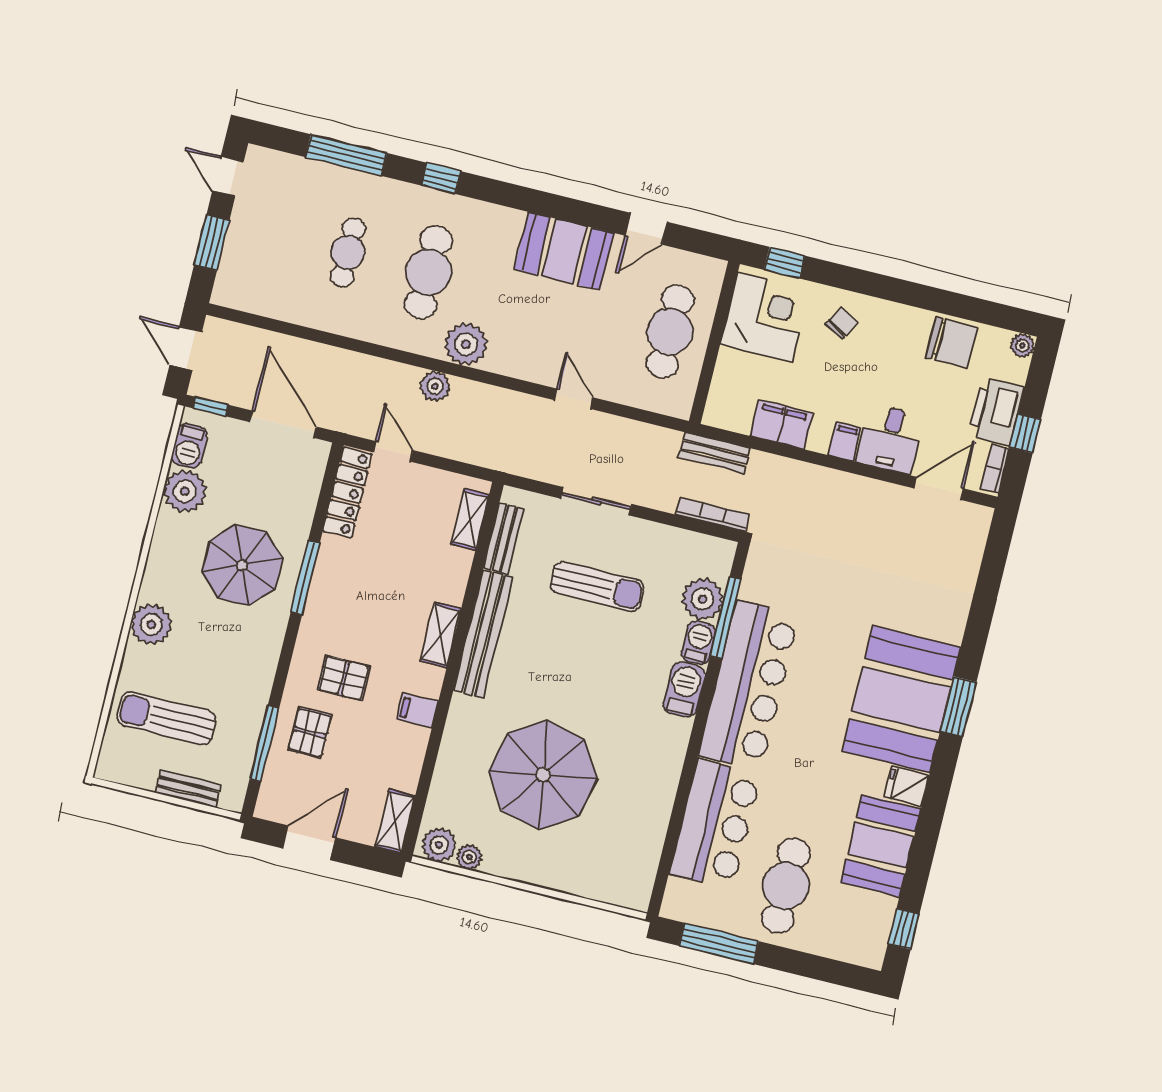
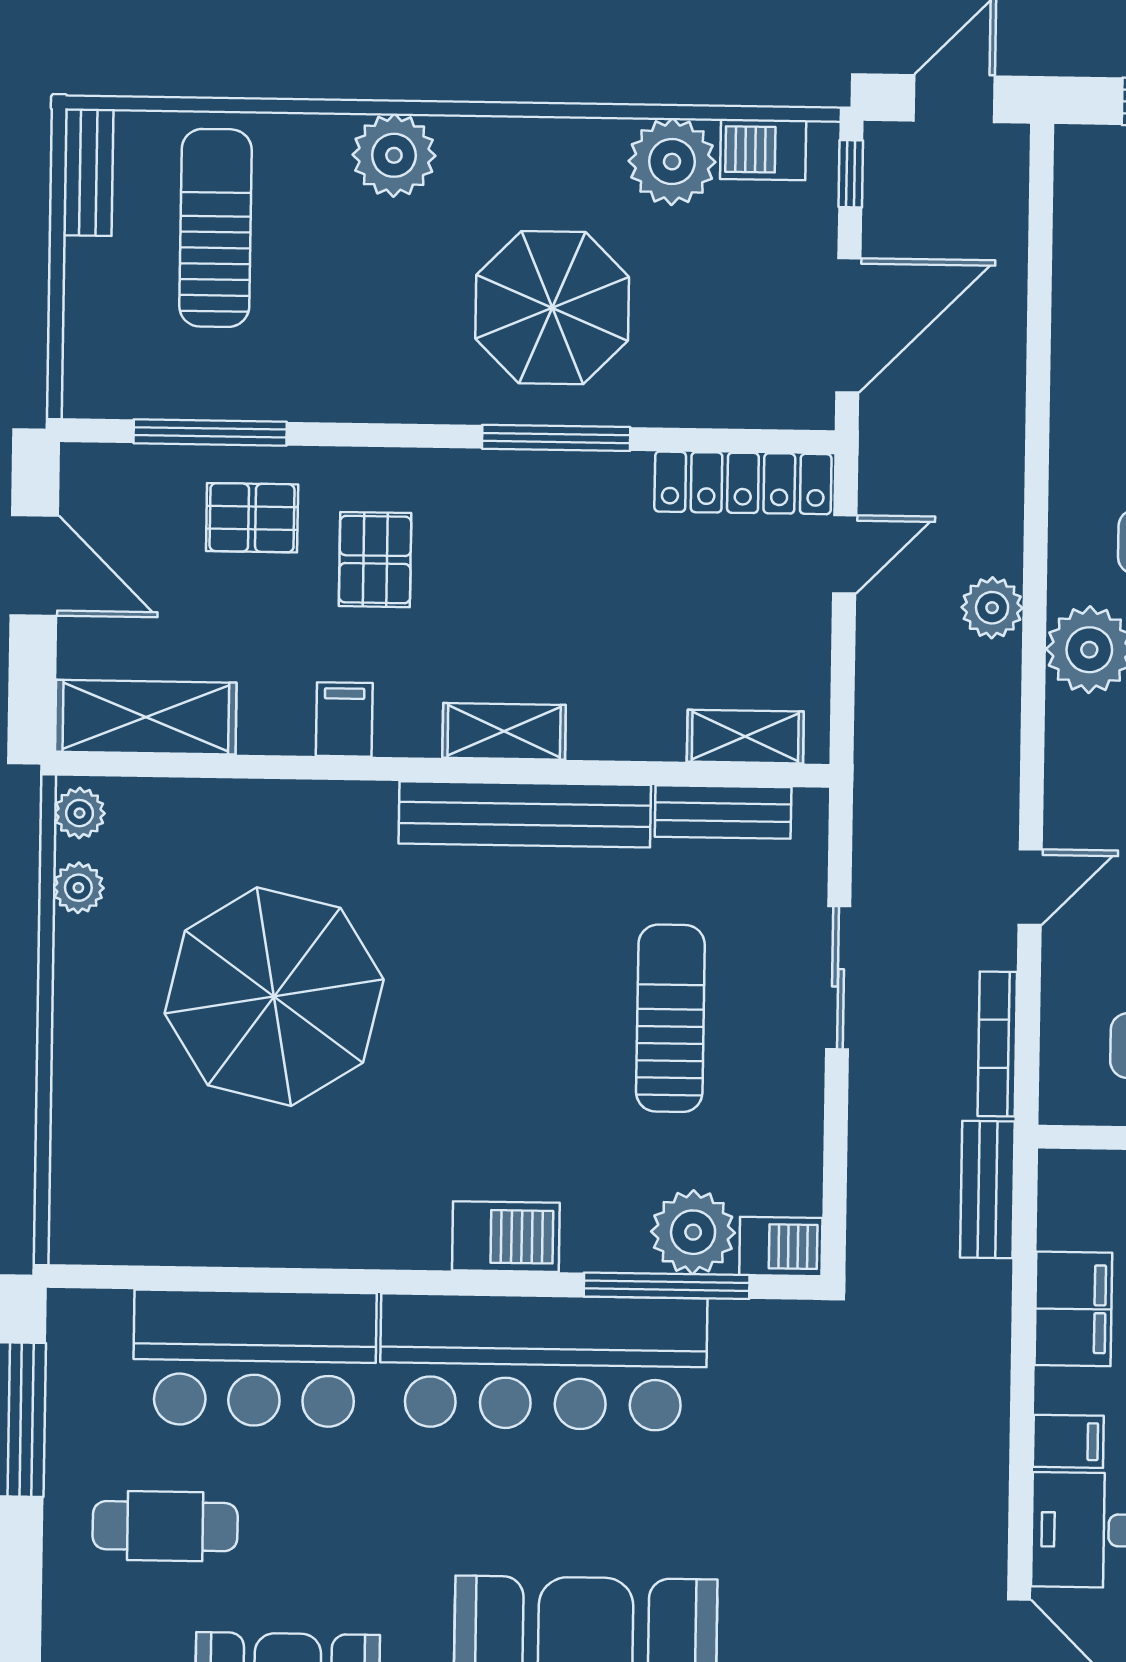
bookcase: (713, 514) -> (997, 1044), moved, turned 180
sun lounger: (597, 586) -> (670, 1018), turned 180
barbecue: (698, 643) -> (781, 1246), moved
bench: (188, 789) -> (88, 172), moved
shelving: (395, 821) -> (146, 717), width x1.50, depth x1.33
plant: (439, 845) -> (80, 813), width x0.73, depth x0.73
cafe table: (786, 886) -> (165, 1526), width x0.73, depth x0.74

